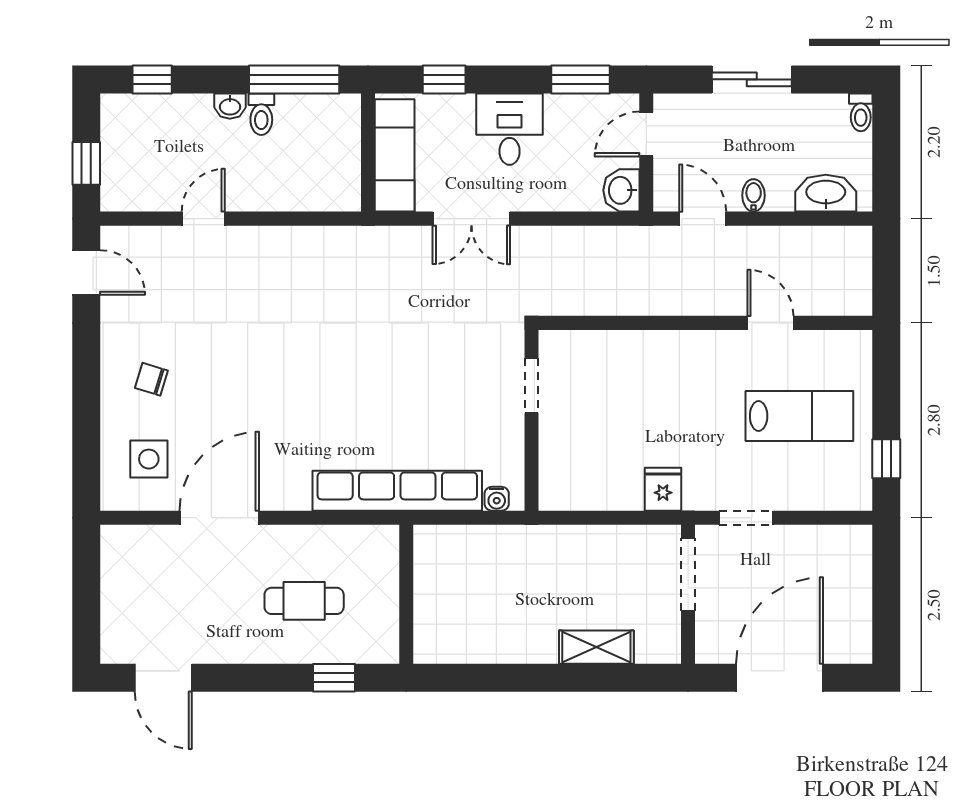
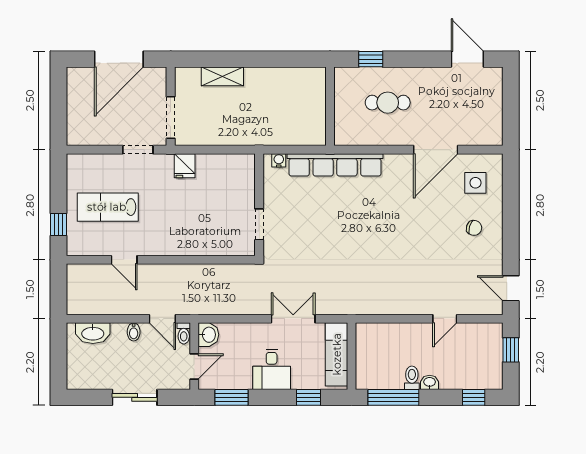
toilet: (861, 112) -> (184, 333), moved, turned 180
window: (886, 459) -> (59, 225), moved

